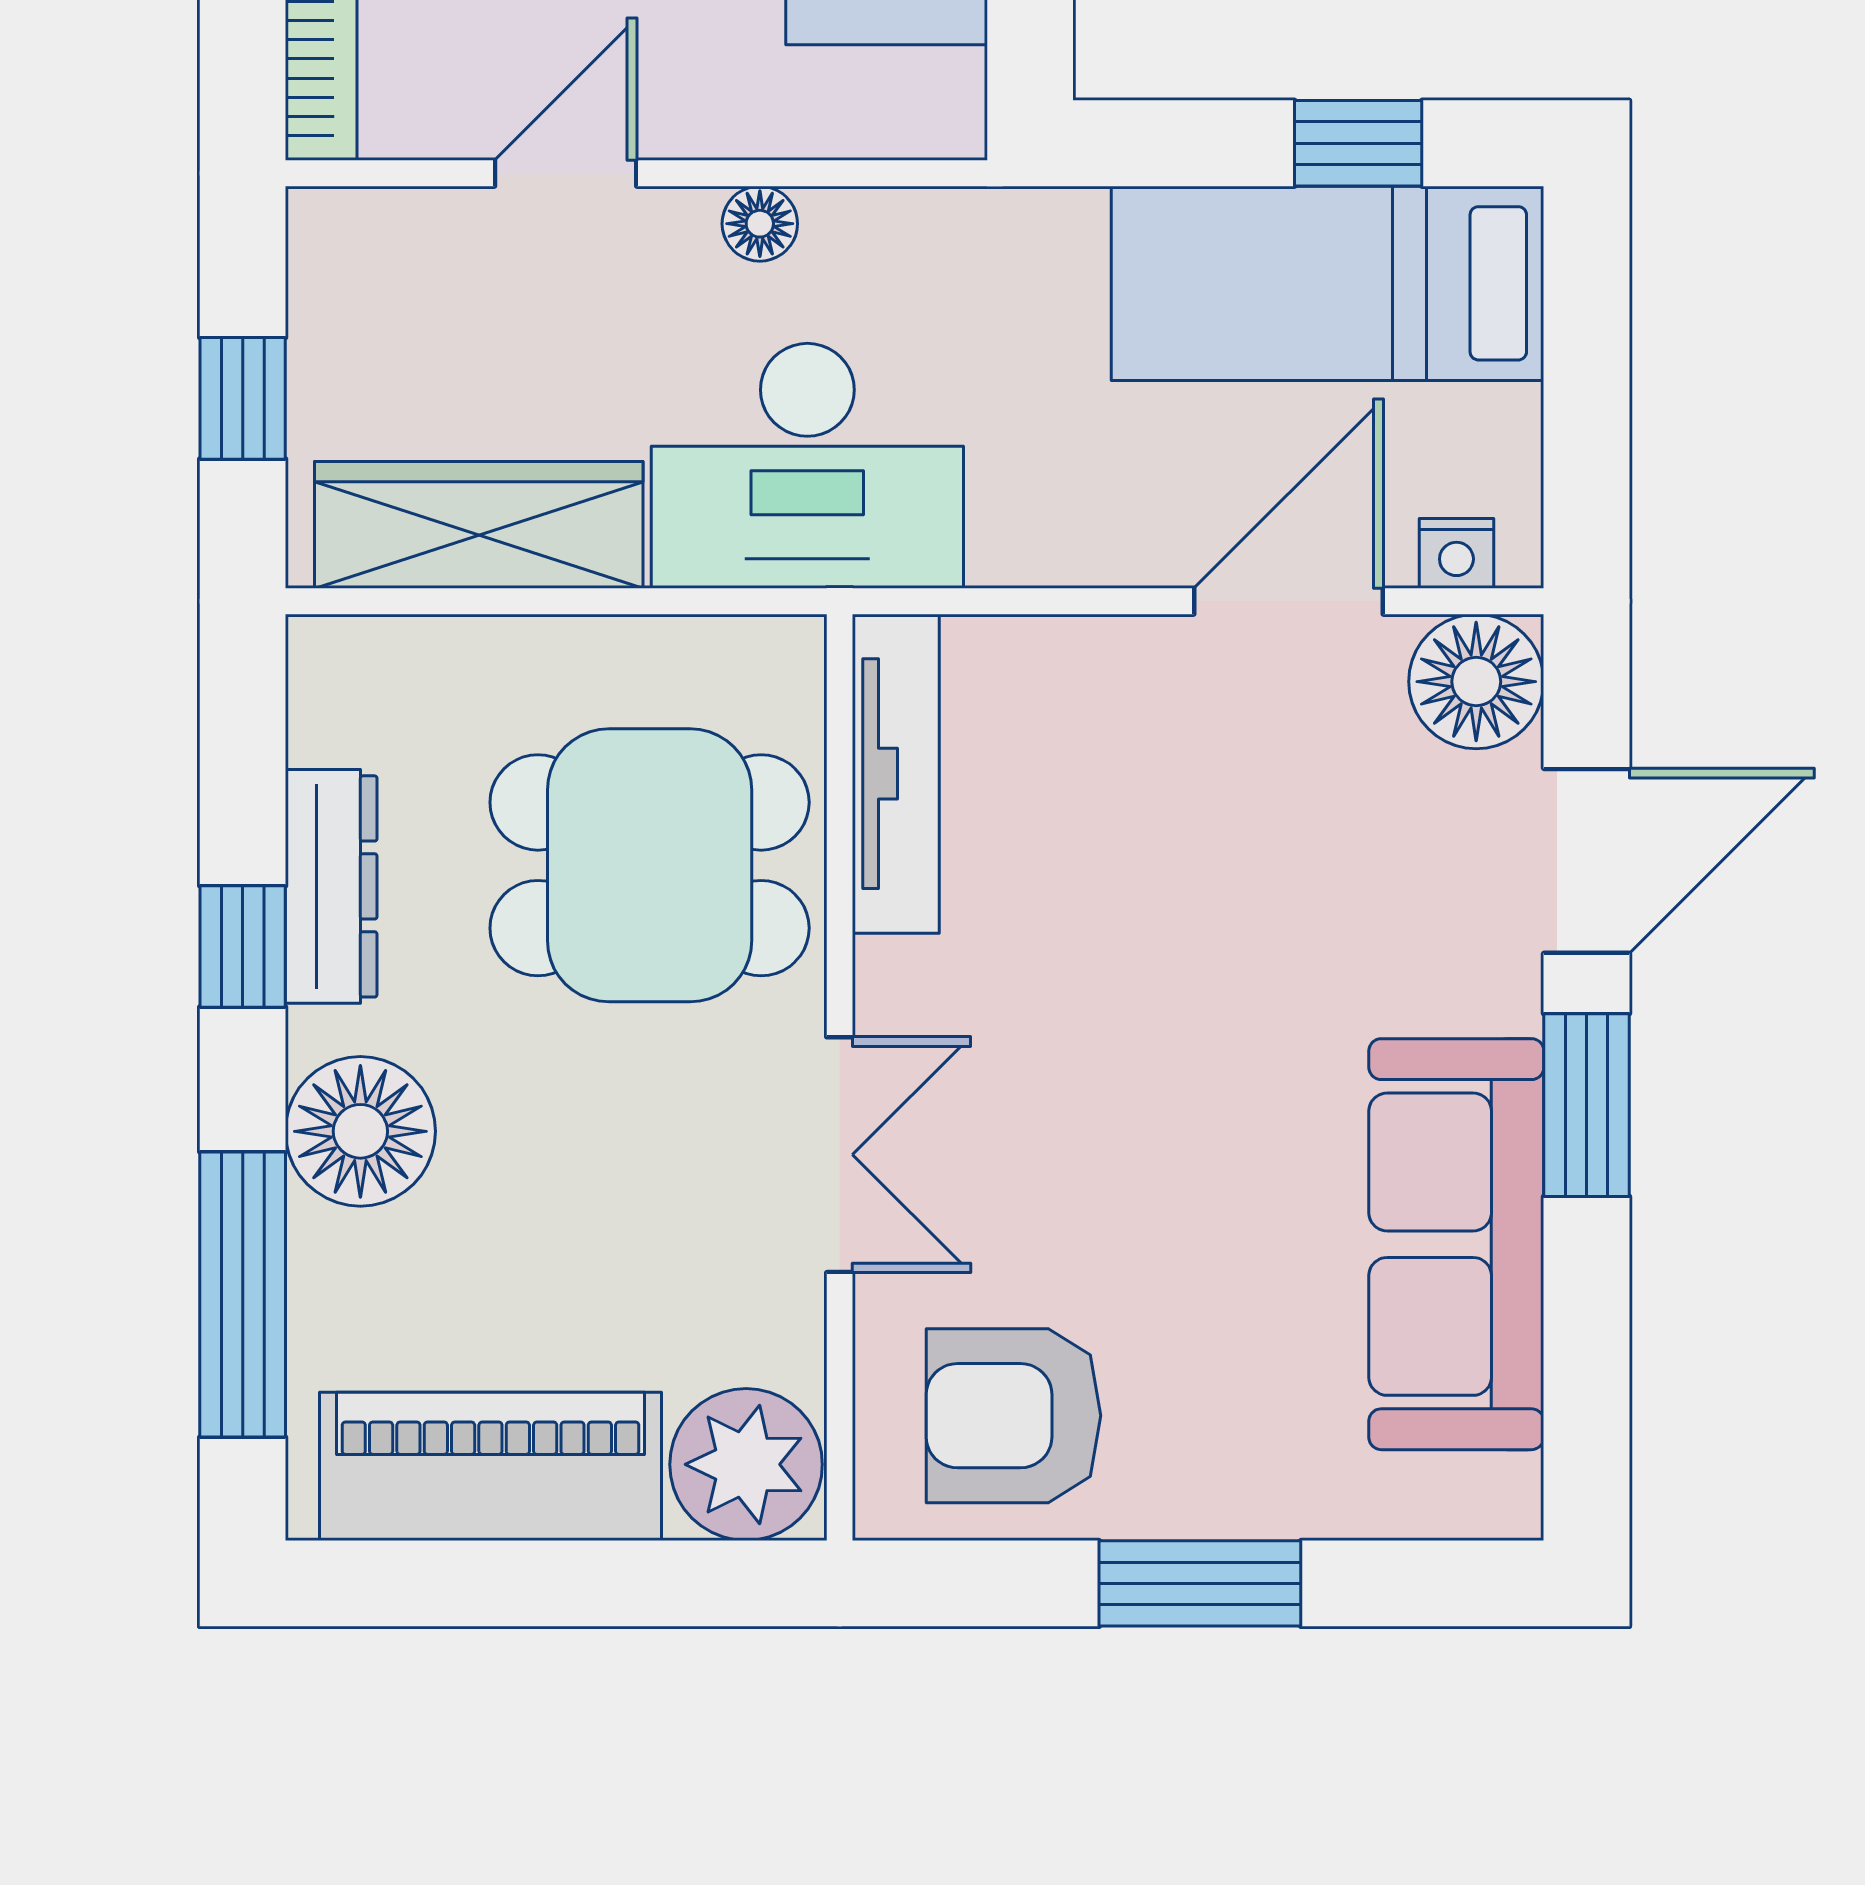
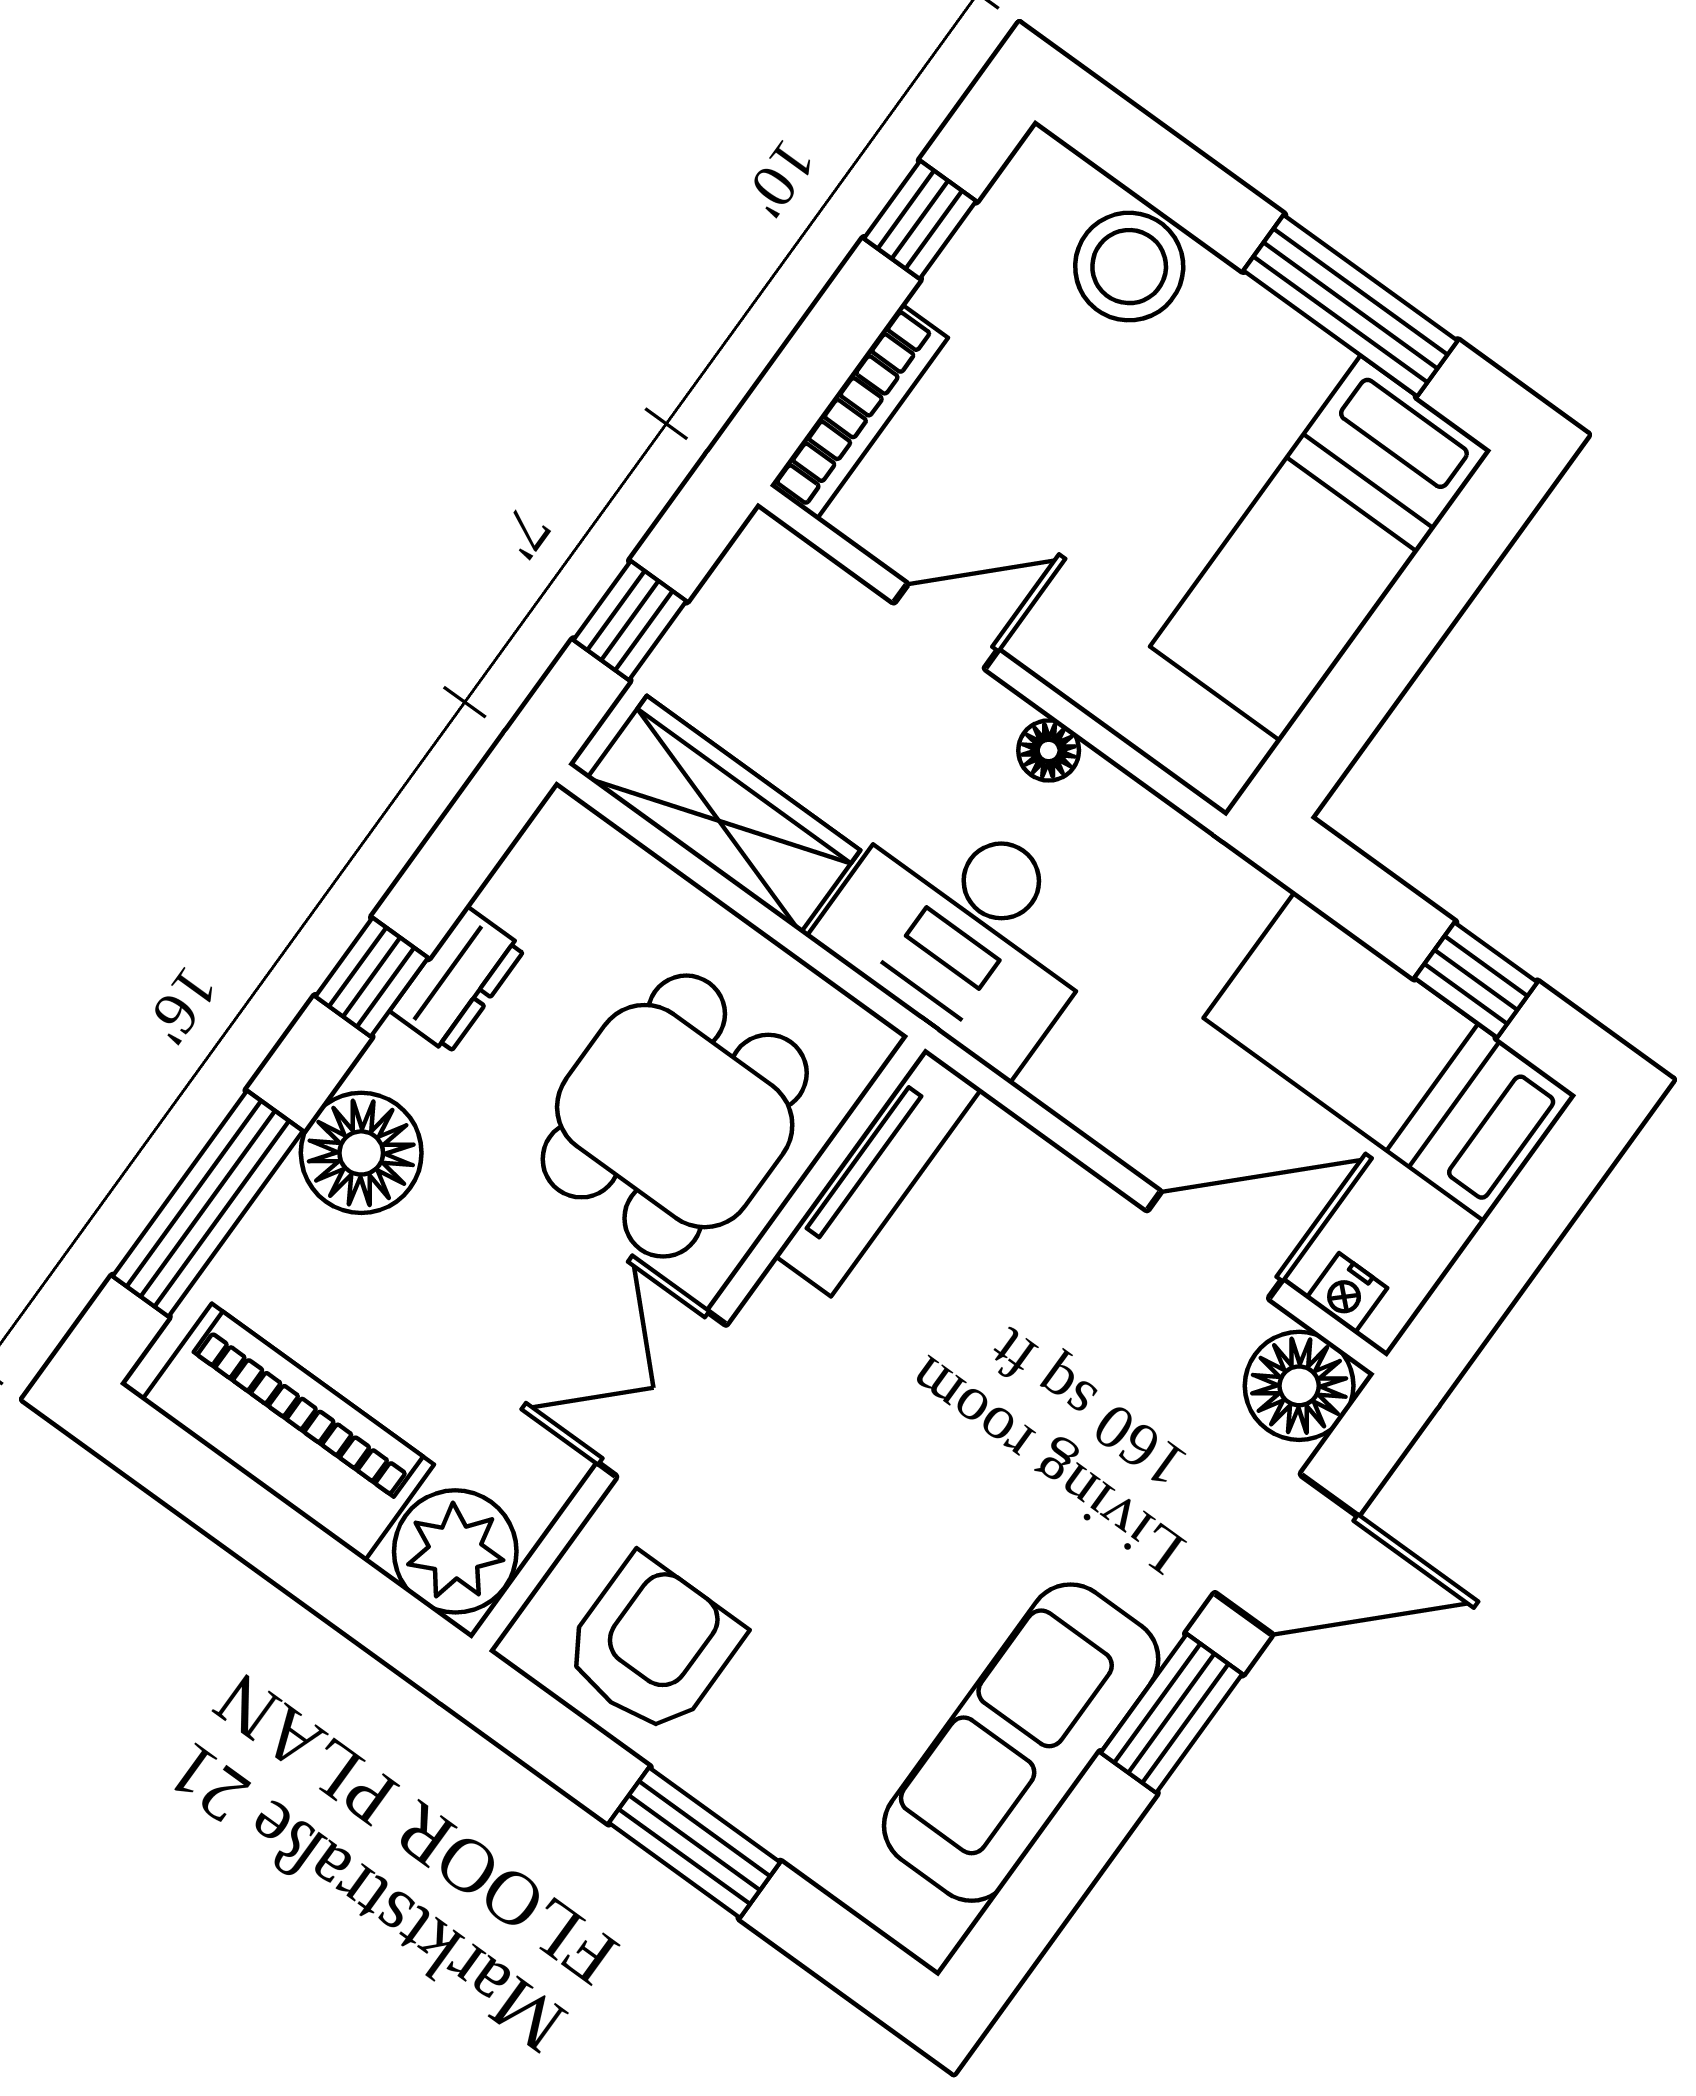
dining table: (650, 865) -> (675, 1116), turned 90
dresser: (331, 886) -> (458, 980), width x0.70
double door: (840, 1155) -> (662, 1394), swing flipped
armchair: (1013, 1416) -> (652, 1646), turned 90

